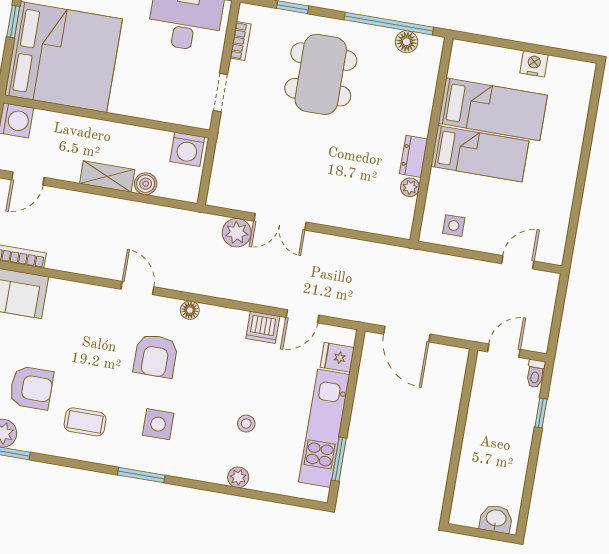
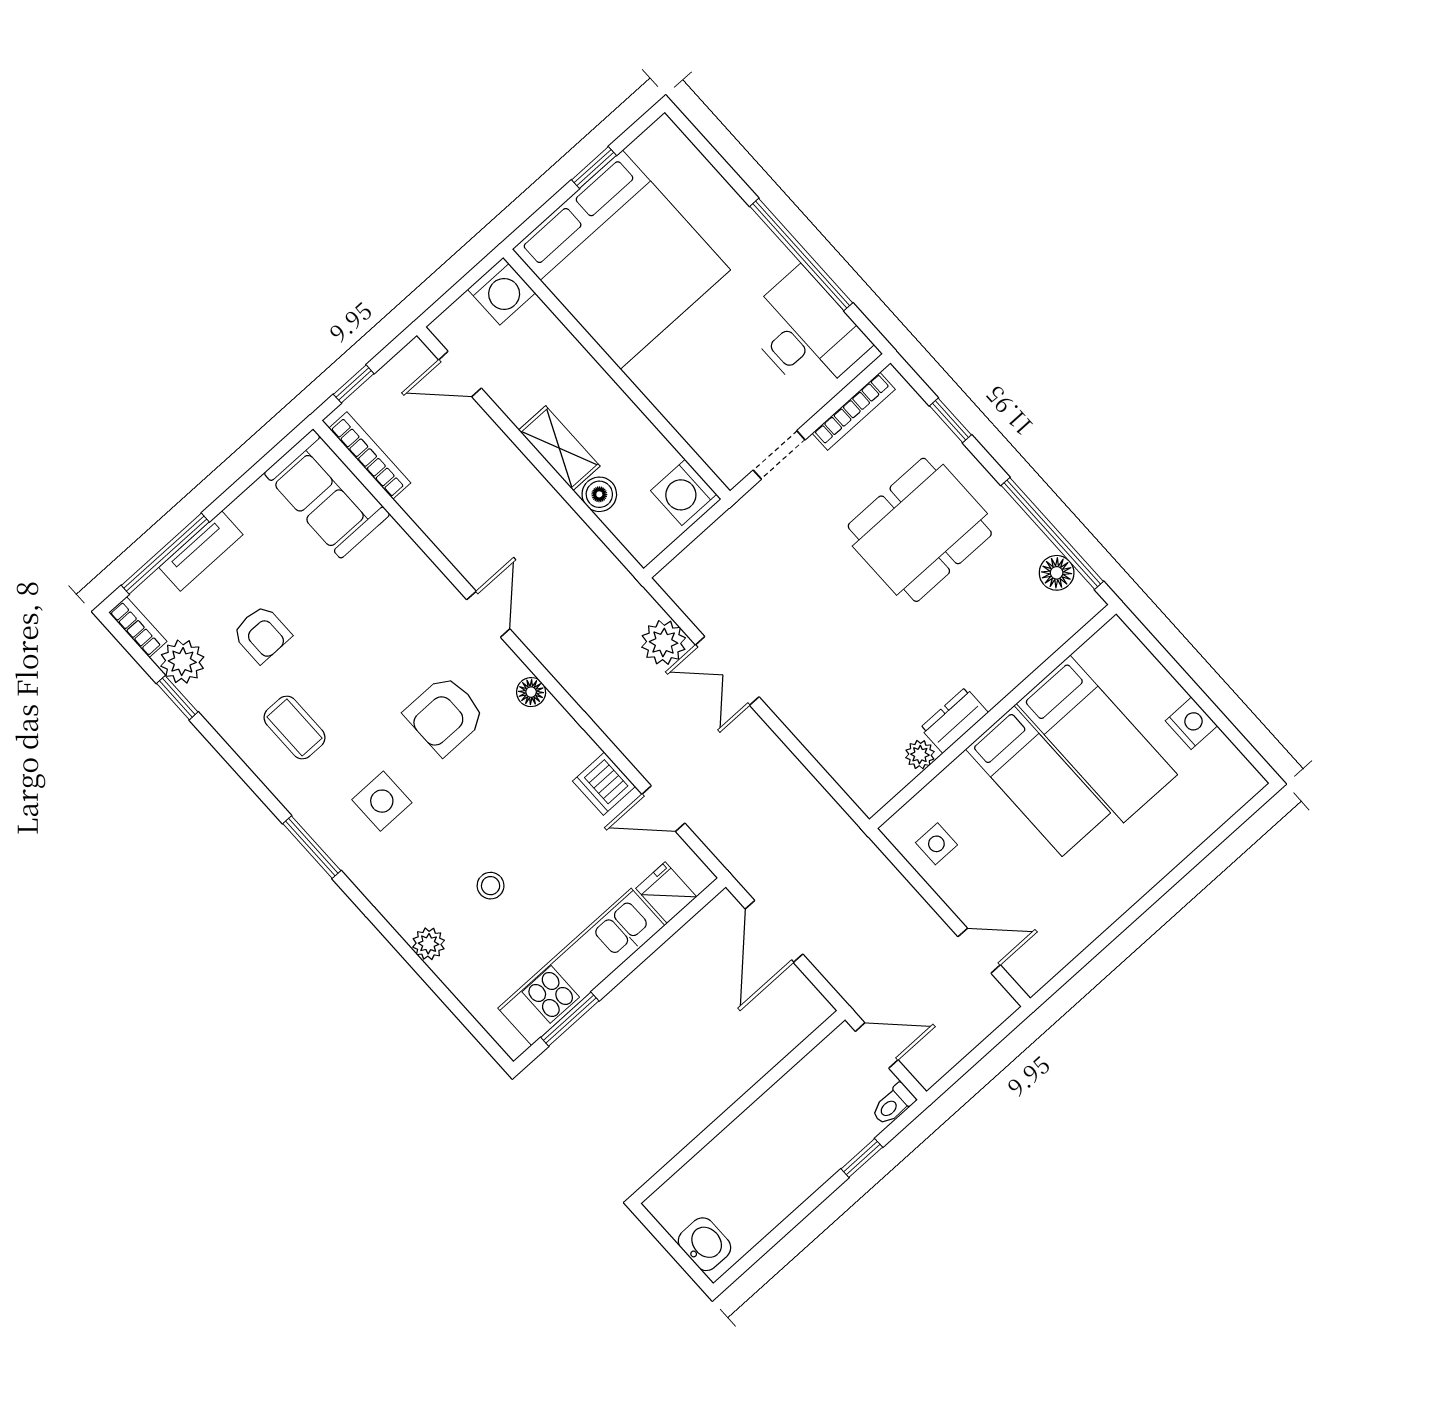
bookcase: (240, 41) -> (854, 411), width x1.56
armchair: (31, 388) -> (262, 634), width x0.72, depth x0.72

